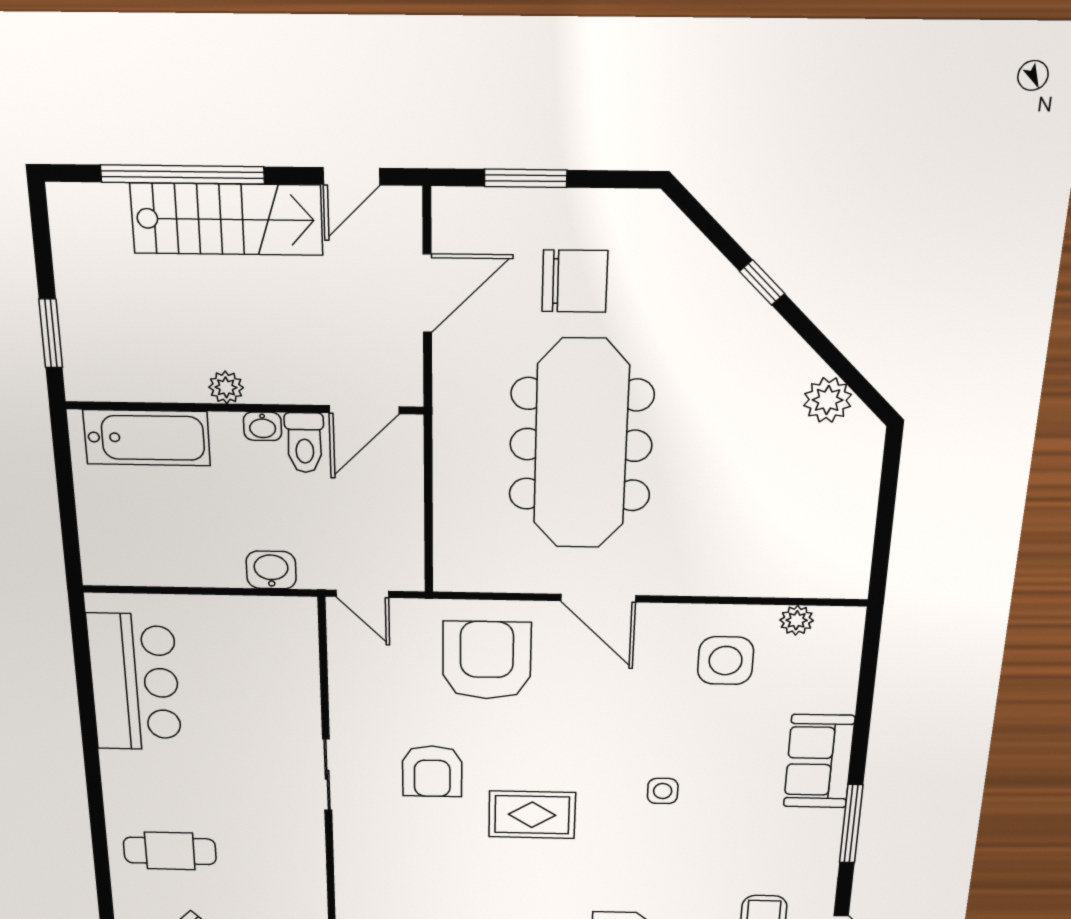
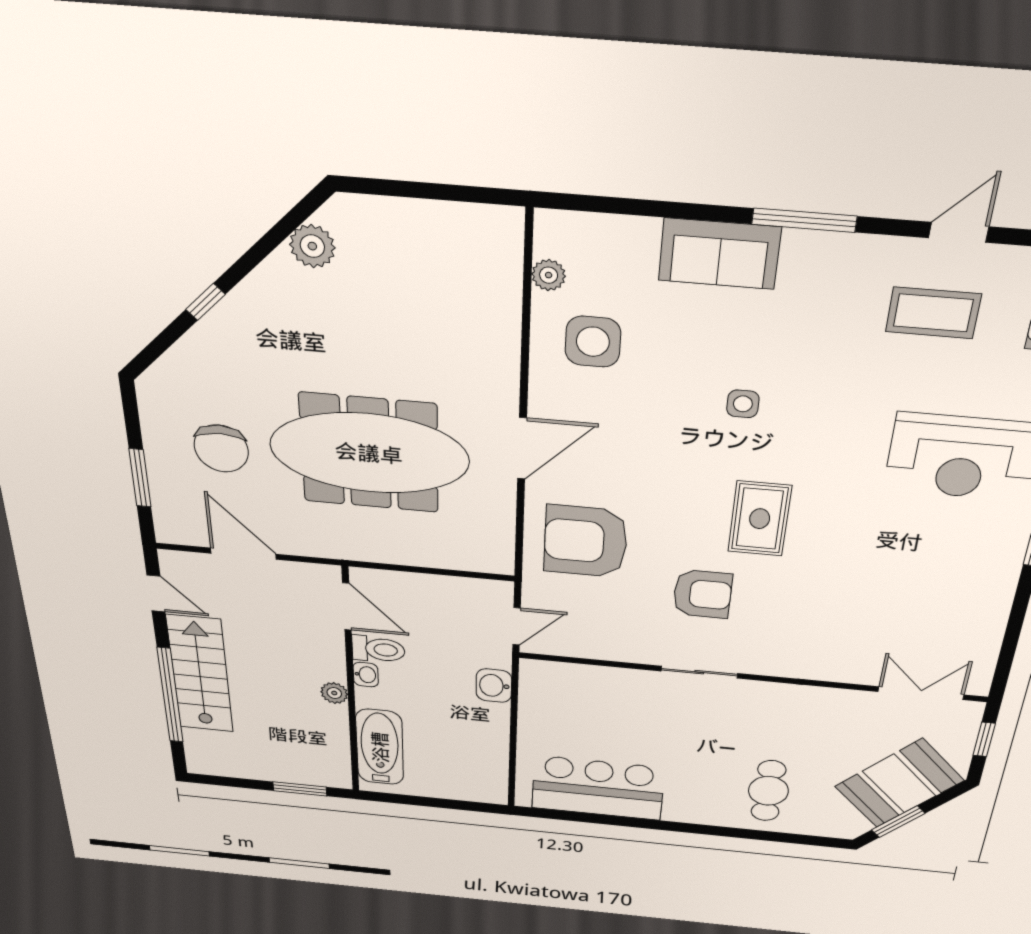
chair: (575, 281) -> (221, 449), turned 180

